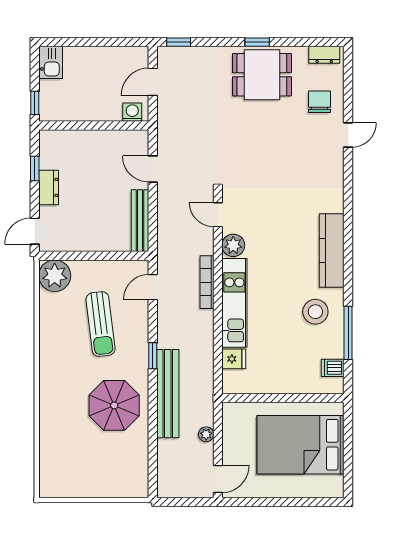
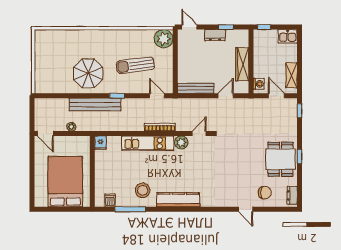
shelving: (118, 56) -> (291, 75), added
wardrobe: (99, 141) -> (242, 64), added
fridge: (234, 359) -> (100, 143), moved

